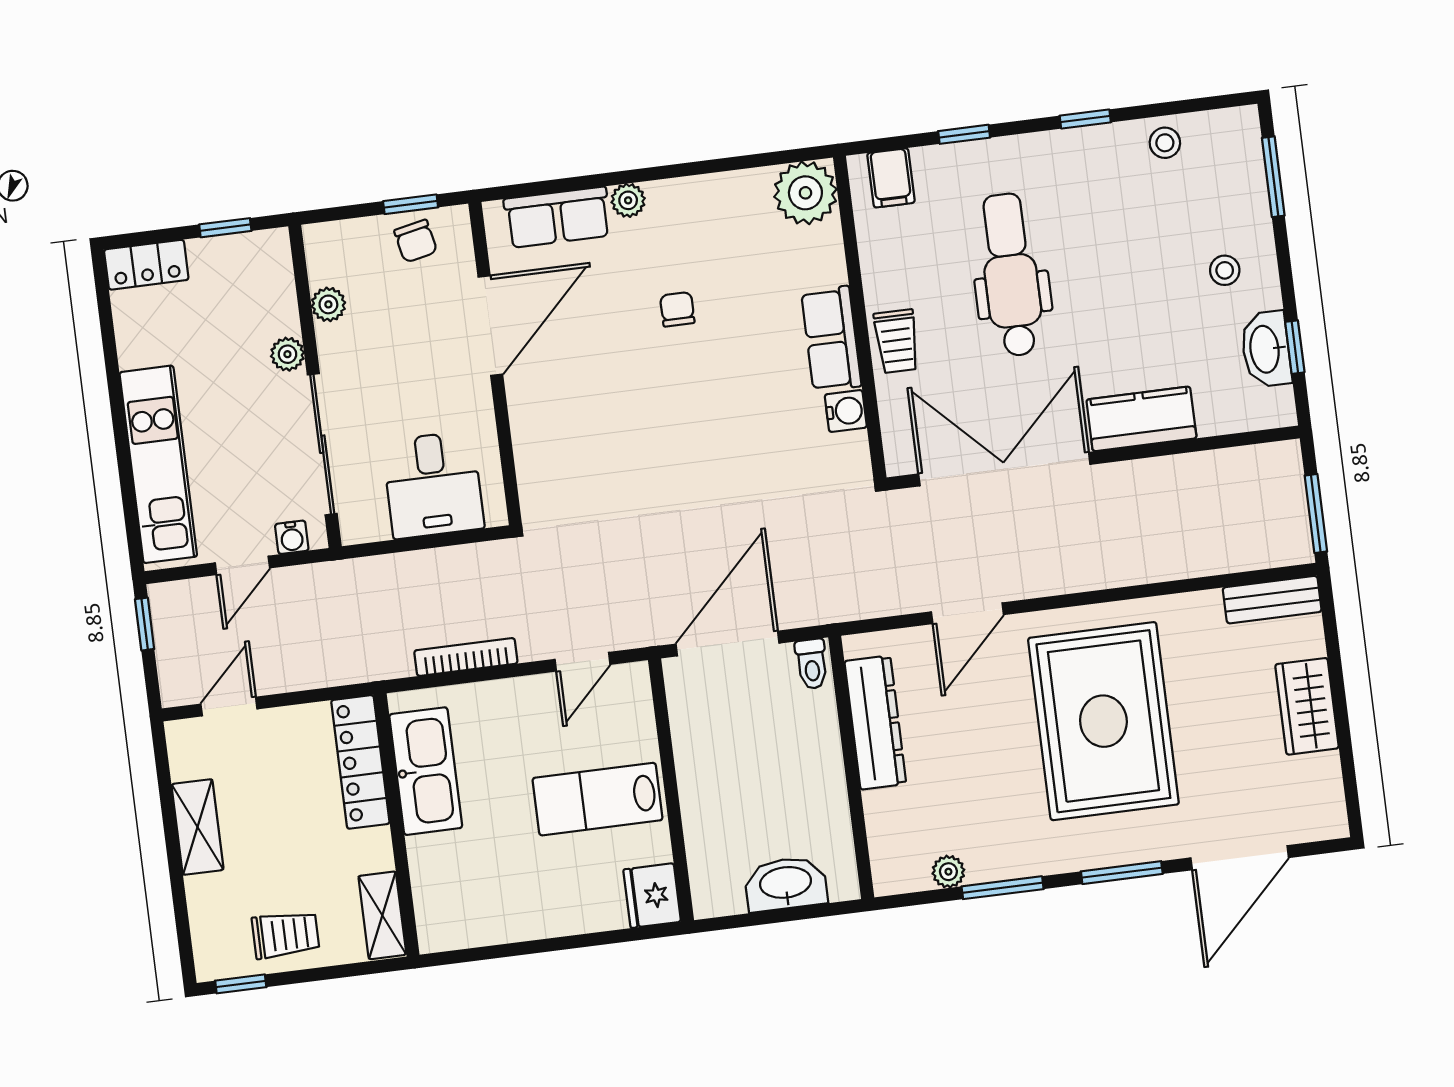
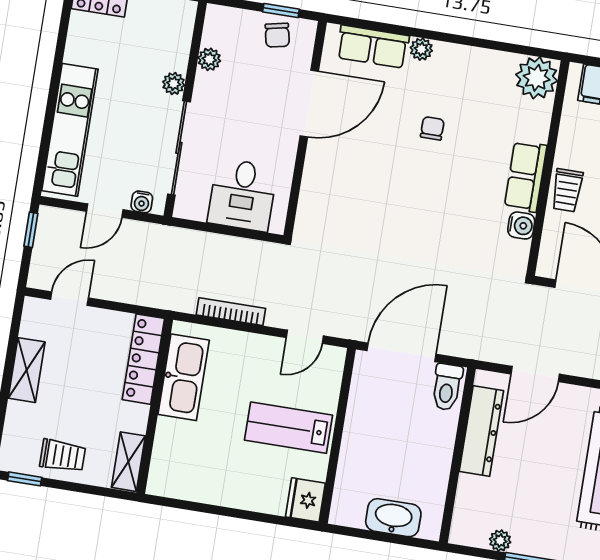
door: (967, 613) -> (535, 374), moved
toilet: (812, 664) -> (447, 387), width x1.37, depth x1.39

